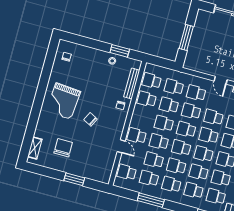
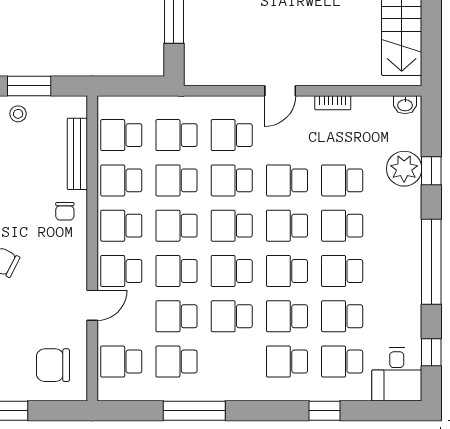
door: (221, 80) -> (280, 91), hinge flipped
door: (121, 146) -> (92, 305), hinge flipped
chair: (99, 166) -> (53, 365), added
school desk: (171, 184) -> (121, 226), moved

